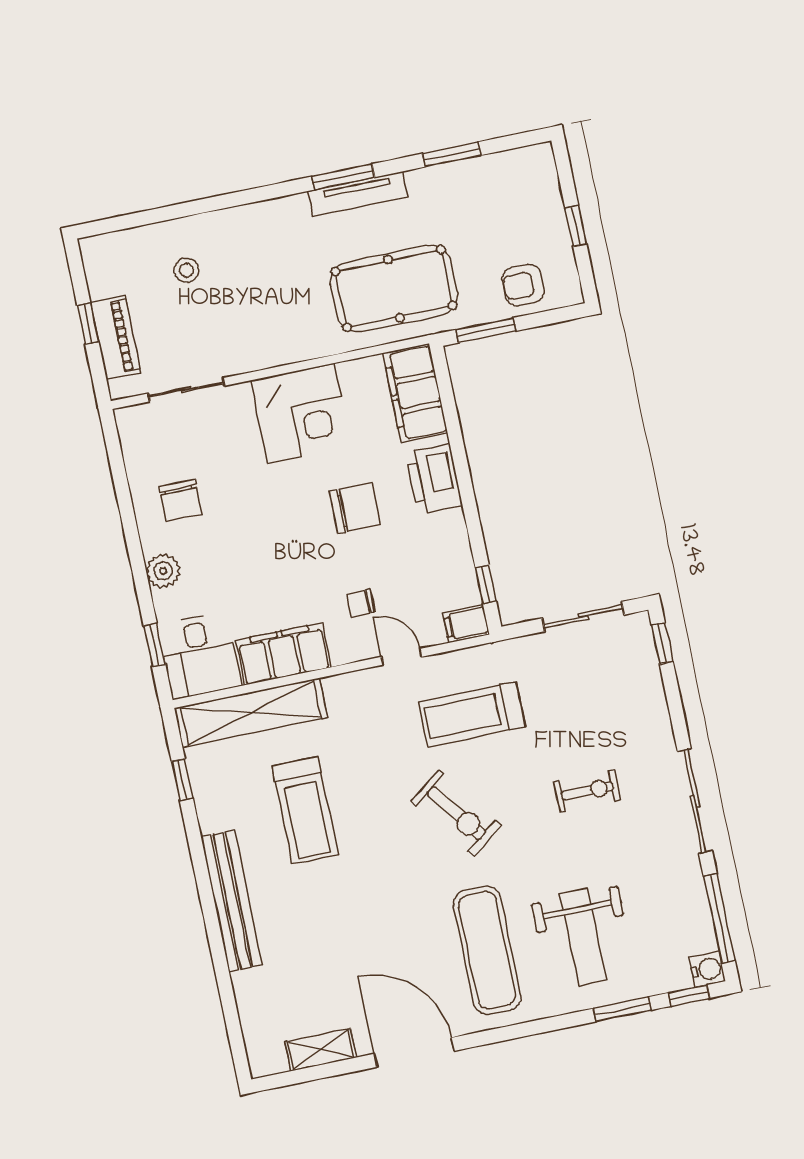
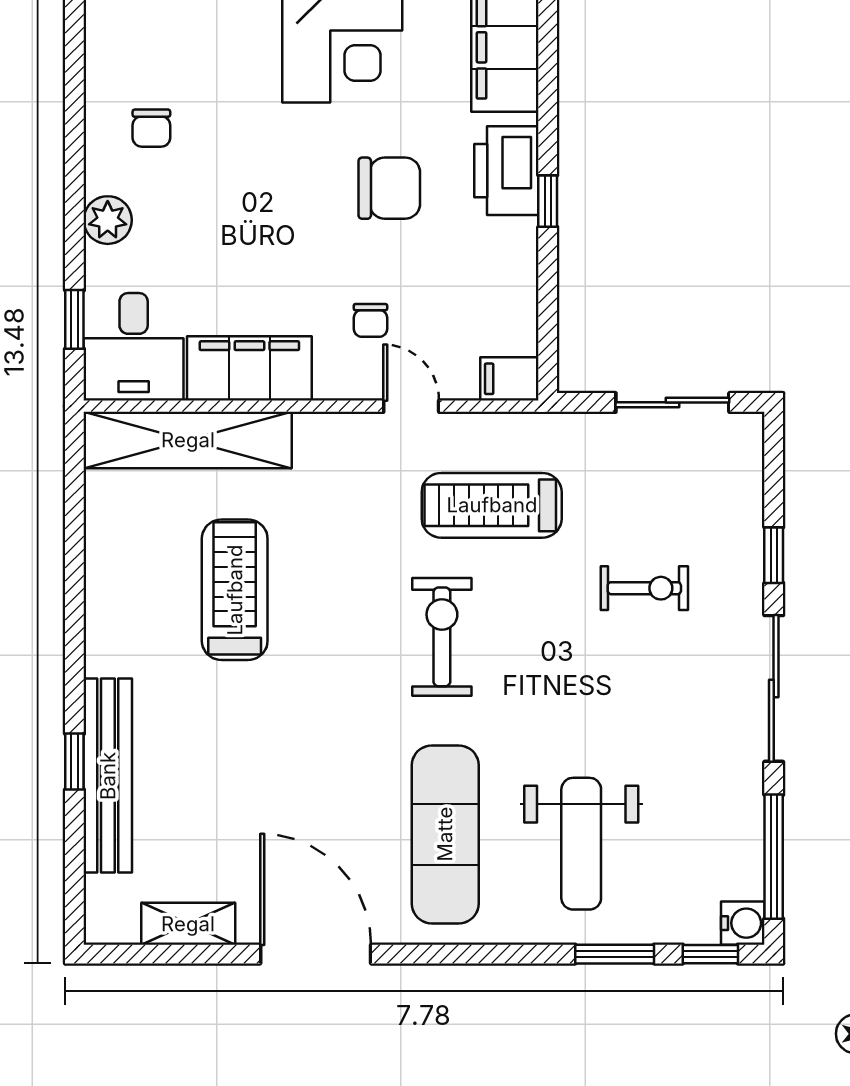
chair: (180, 501) -> (151, 128), width x0.73, depth x0.73
window: (486, 585) -> (548, 201), moved
chair: (361, 603) -> (370, 320), turned -90
window: (662, 643) -> (774, 555), moved
window: (182, 780) -> (74, 762), moved
exercise bike: (587, 791) -> (644, 588), moved
treadmill: (305, 810) -> (235, 590), turned 180
exercise bike: (456, 813) -> (442, 637), turned -143
bench: (232, 901) -> (108, 776), moved

